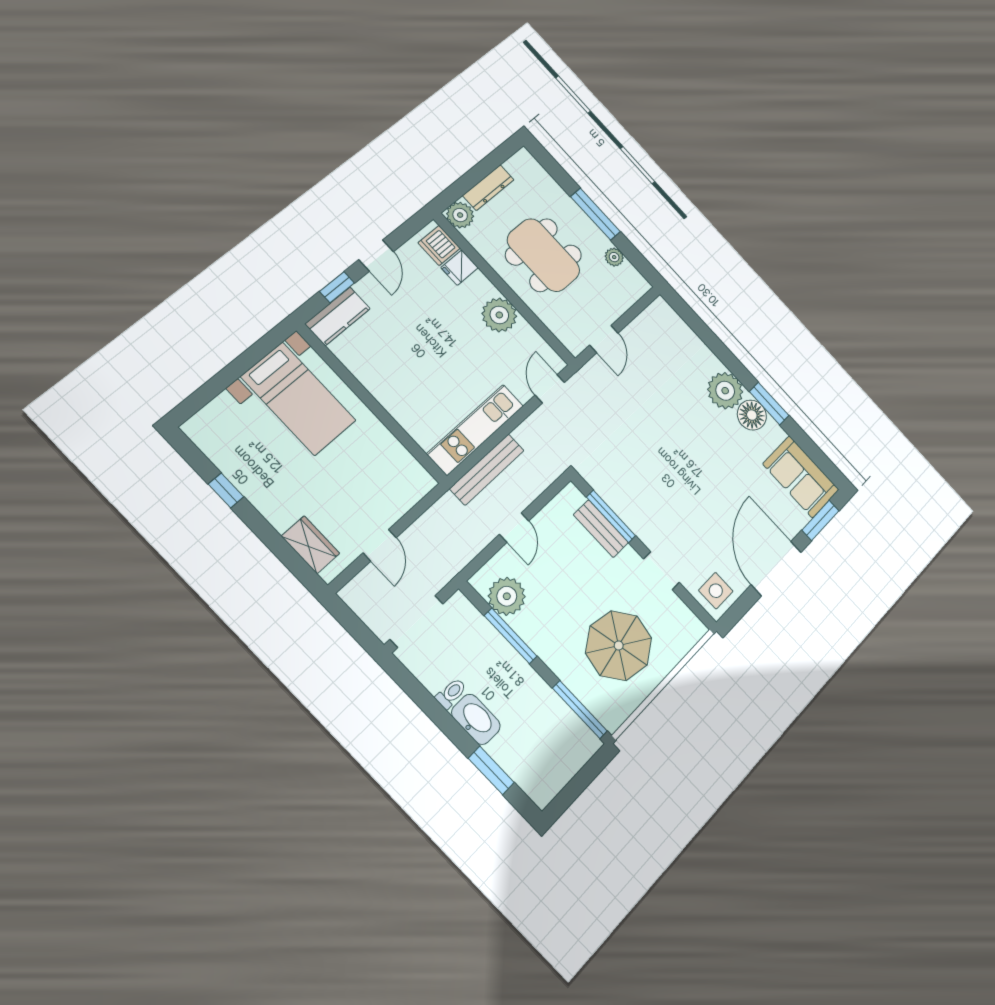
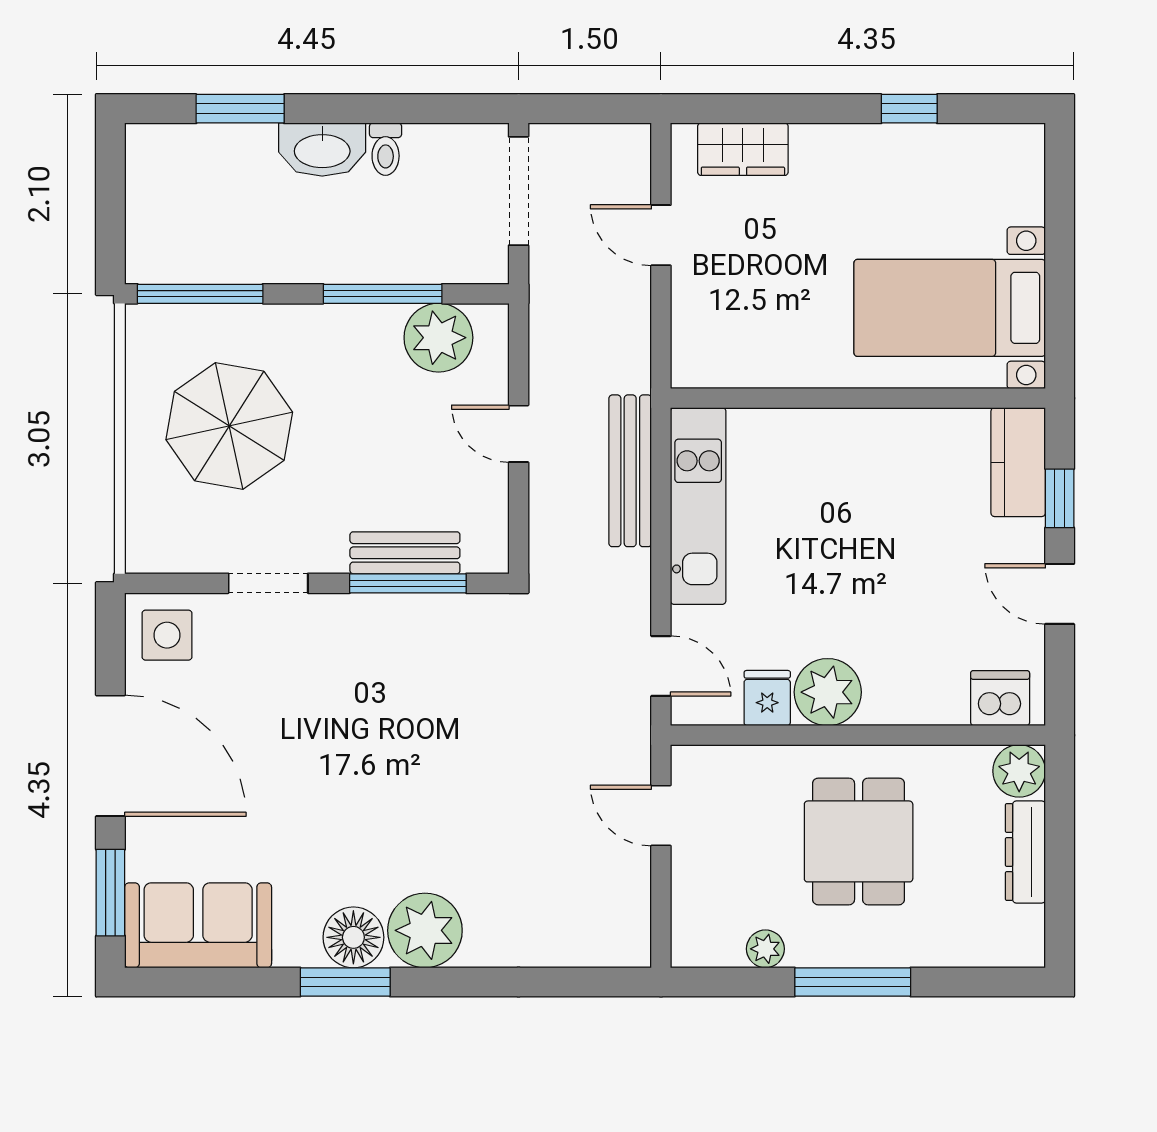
dining table: (544, 255) -> (859, 841), width x0.73
fridge: (460, 268) -> (767, 698), moved

